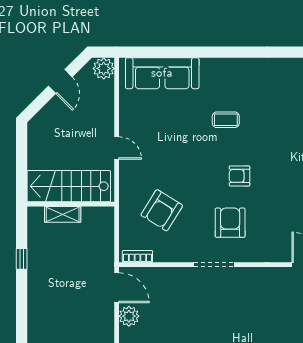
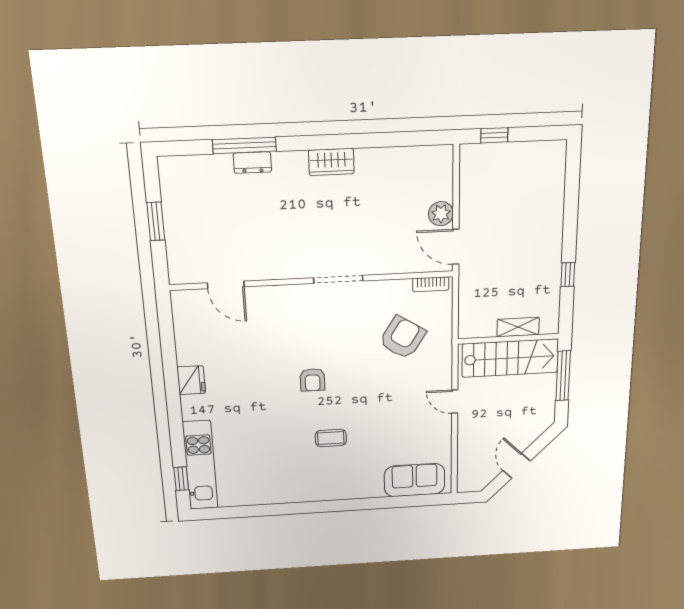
plant: (104, 68) -> (469, 482), removed
sofa: (162, 73) -> (415, 480), width x0.73
window: (22, 167) -> (563, 376), added
armchair: (239, 176) -> (313, 380), turned 90
armchair: (230, 223) -> (321, 328), removed

